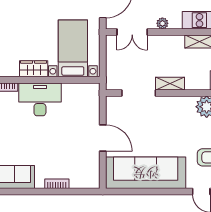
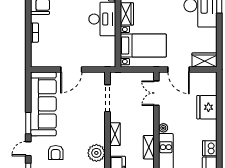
plant: (162, 23) -> (163, 128), moved
shelving: (170, 84) -> (115, 134), moved
window: (170, 191) -> (28, 123), added

